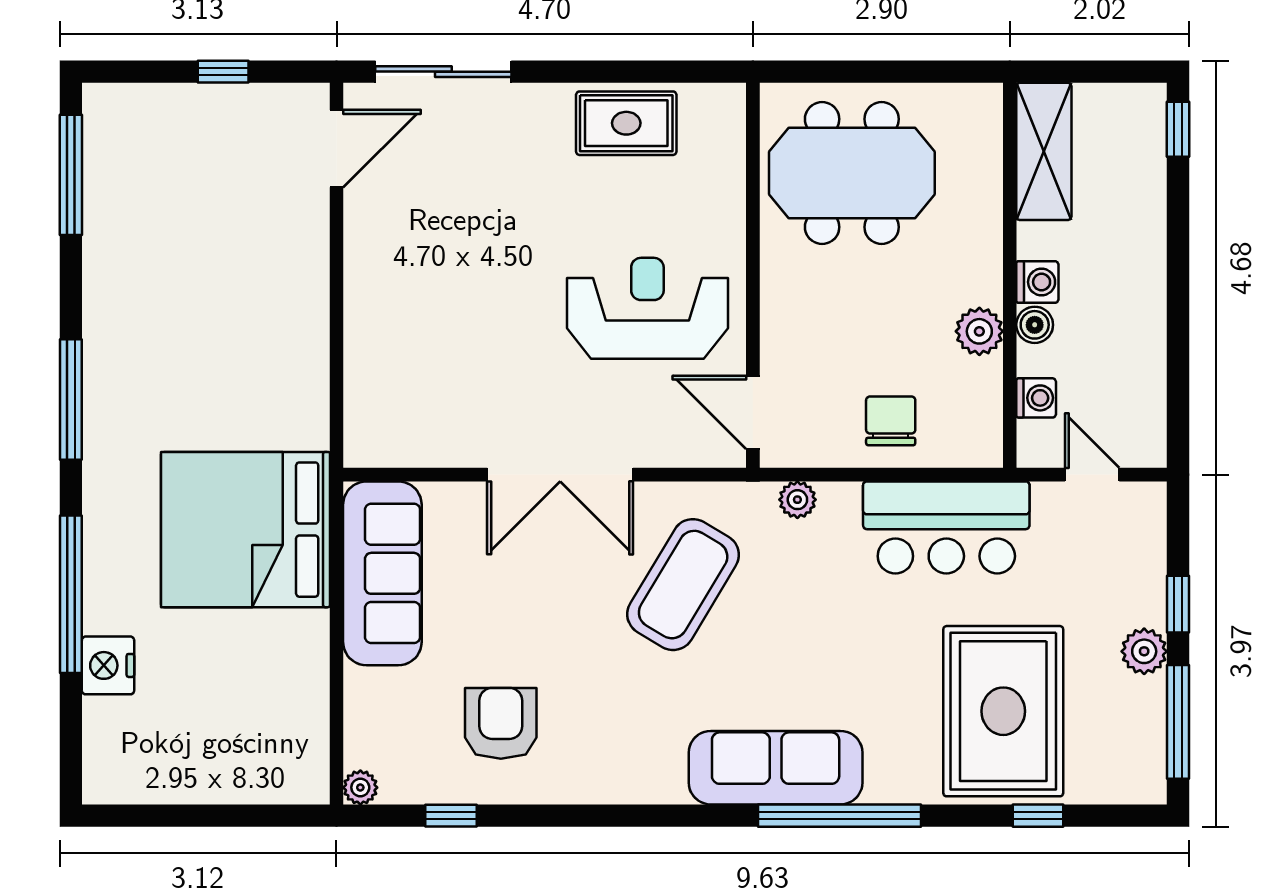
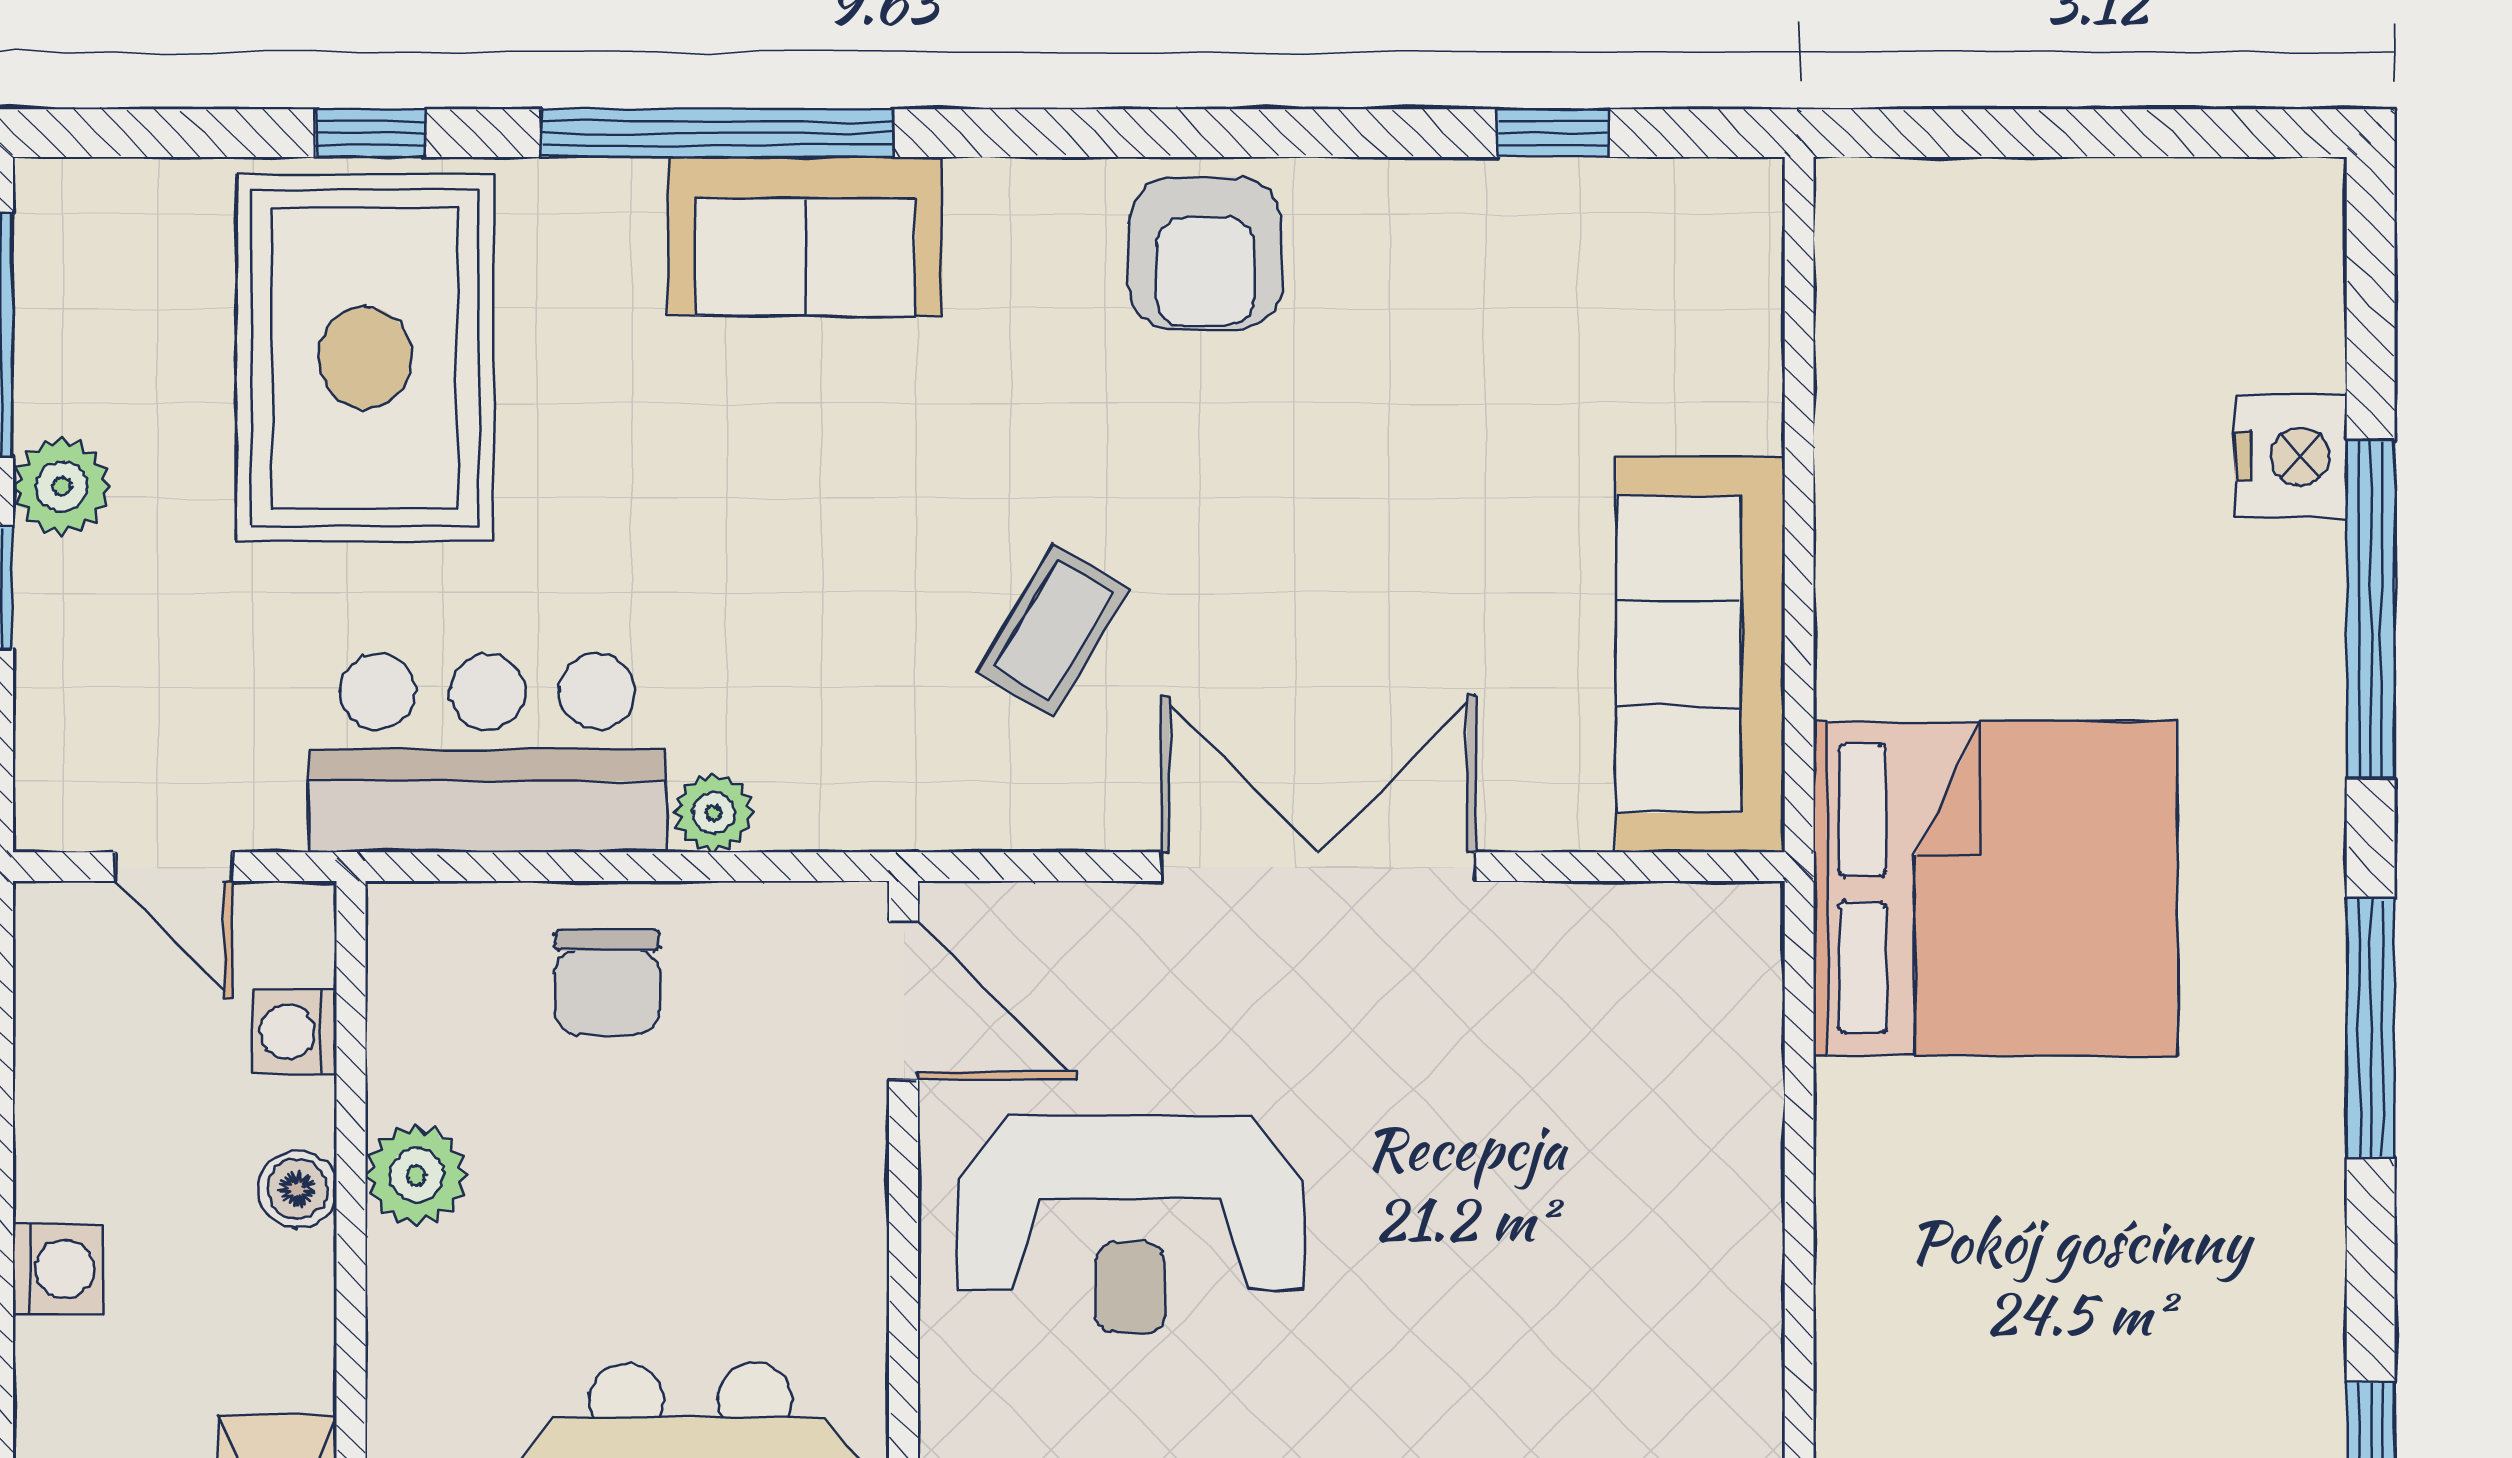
washing machine: (1037, 282) -> (58, 1269), moved, turned 180
plant: (797, 500) -> (713, 813), moved
bed: (245, 530) -> (1995, 889), moved
coffee table: (683, 585) -> (1054, 630), width x0.54, depth x0.58
armchair: (501, 723) -> (1205, 253), moved
sofa: (776, 768) -> (805, 236), width x0.73
plant: (360, 787) -> (1748, 194), removed
window: (1038, 816) -> (370, 133), moved

